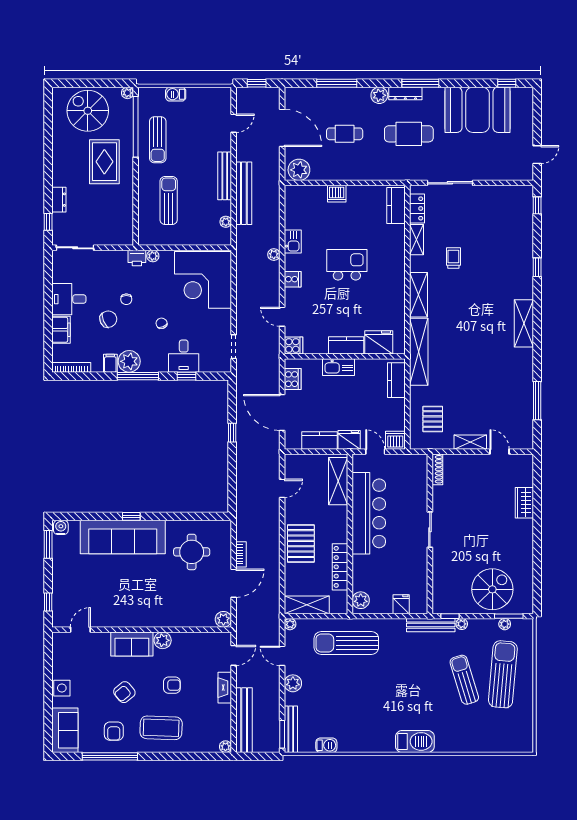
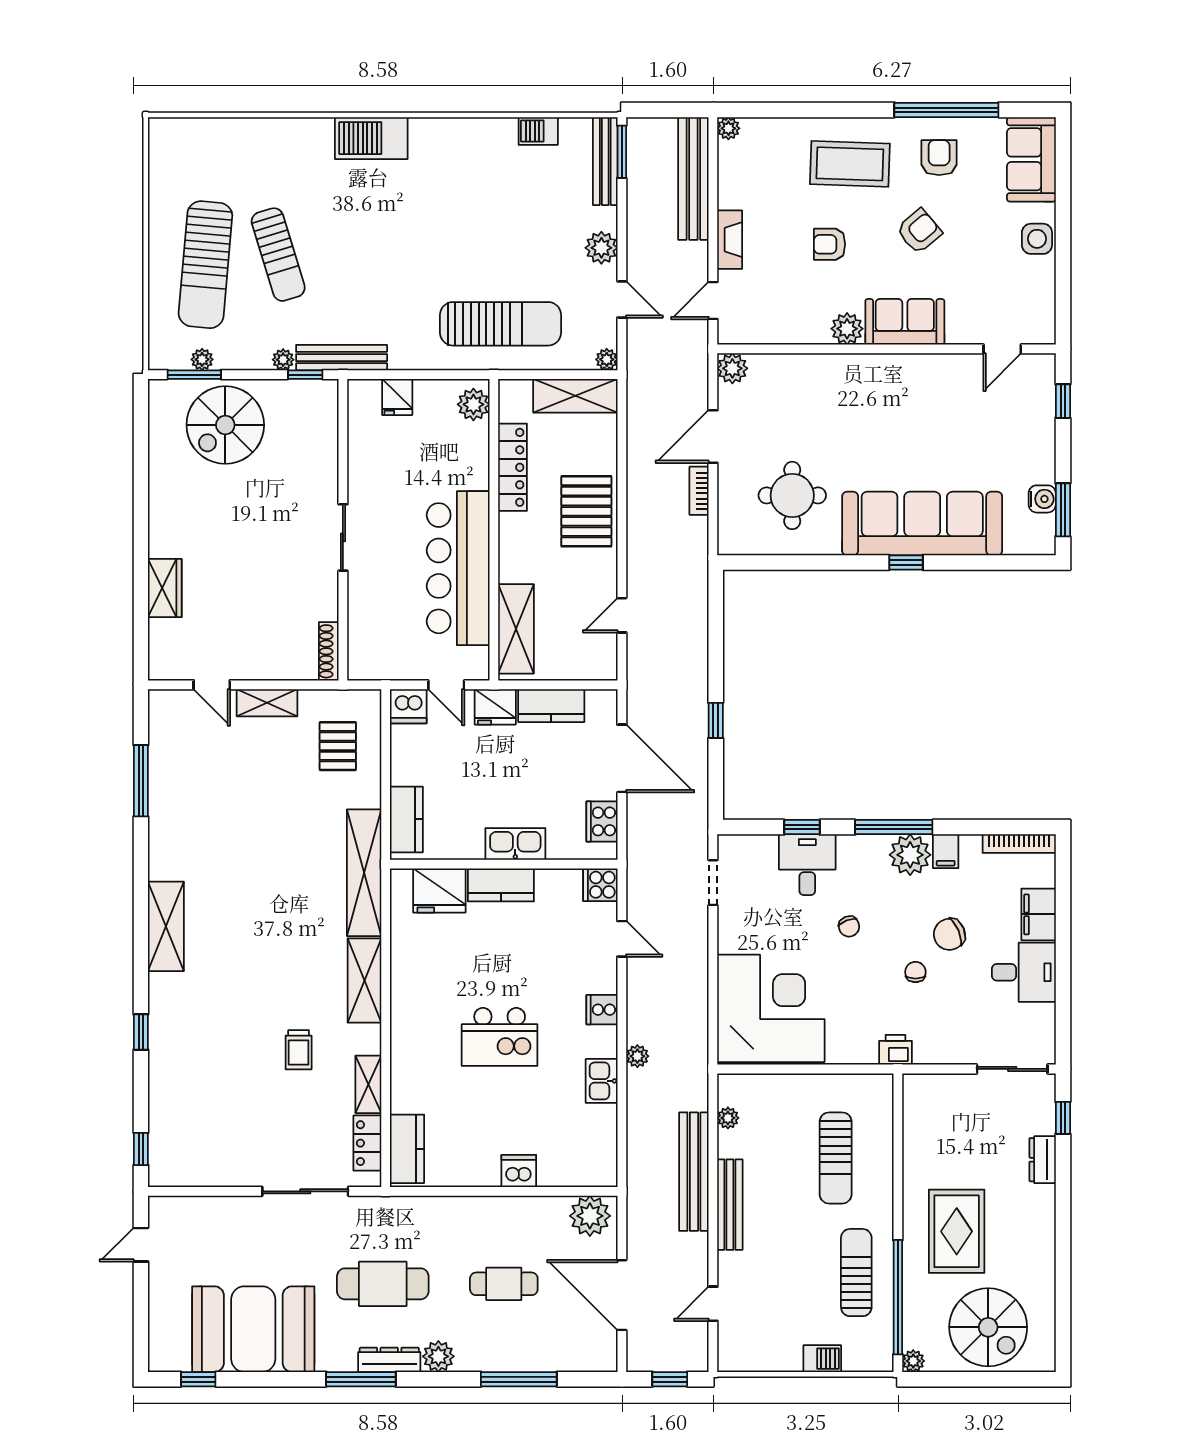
plant: (153, 256) -> (865, 1053), removed
water cooler: (61, 527) -> (1042, 499), moved, turned -90

